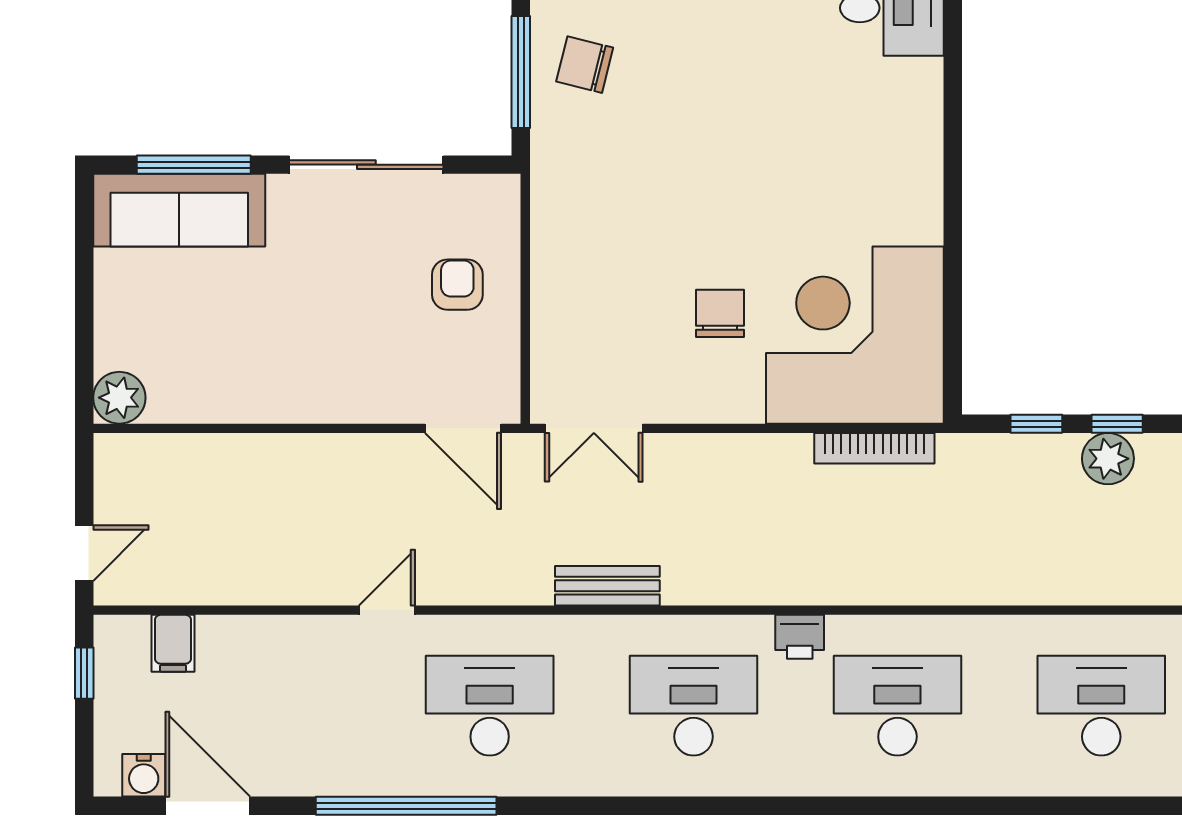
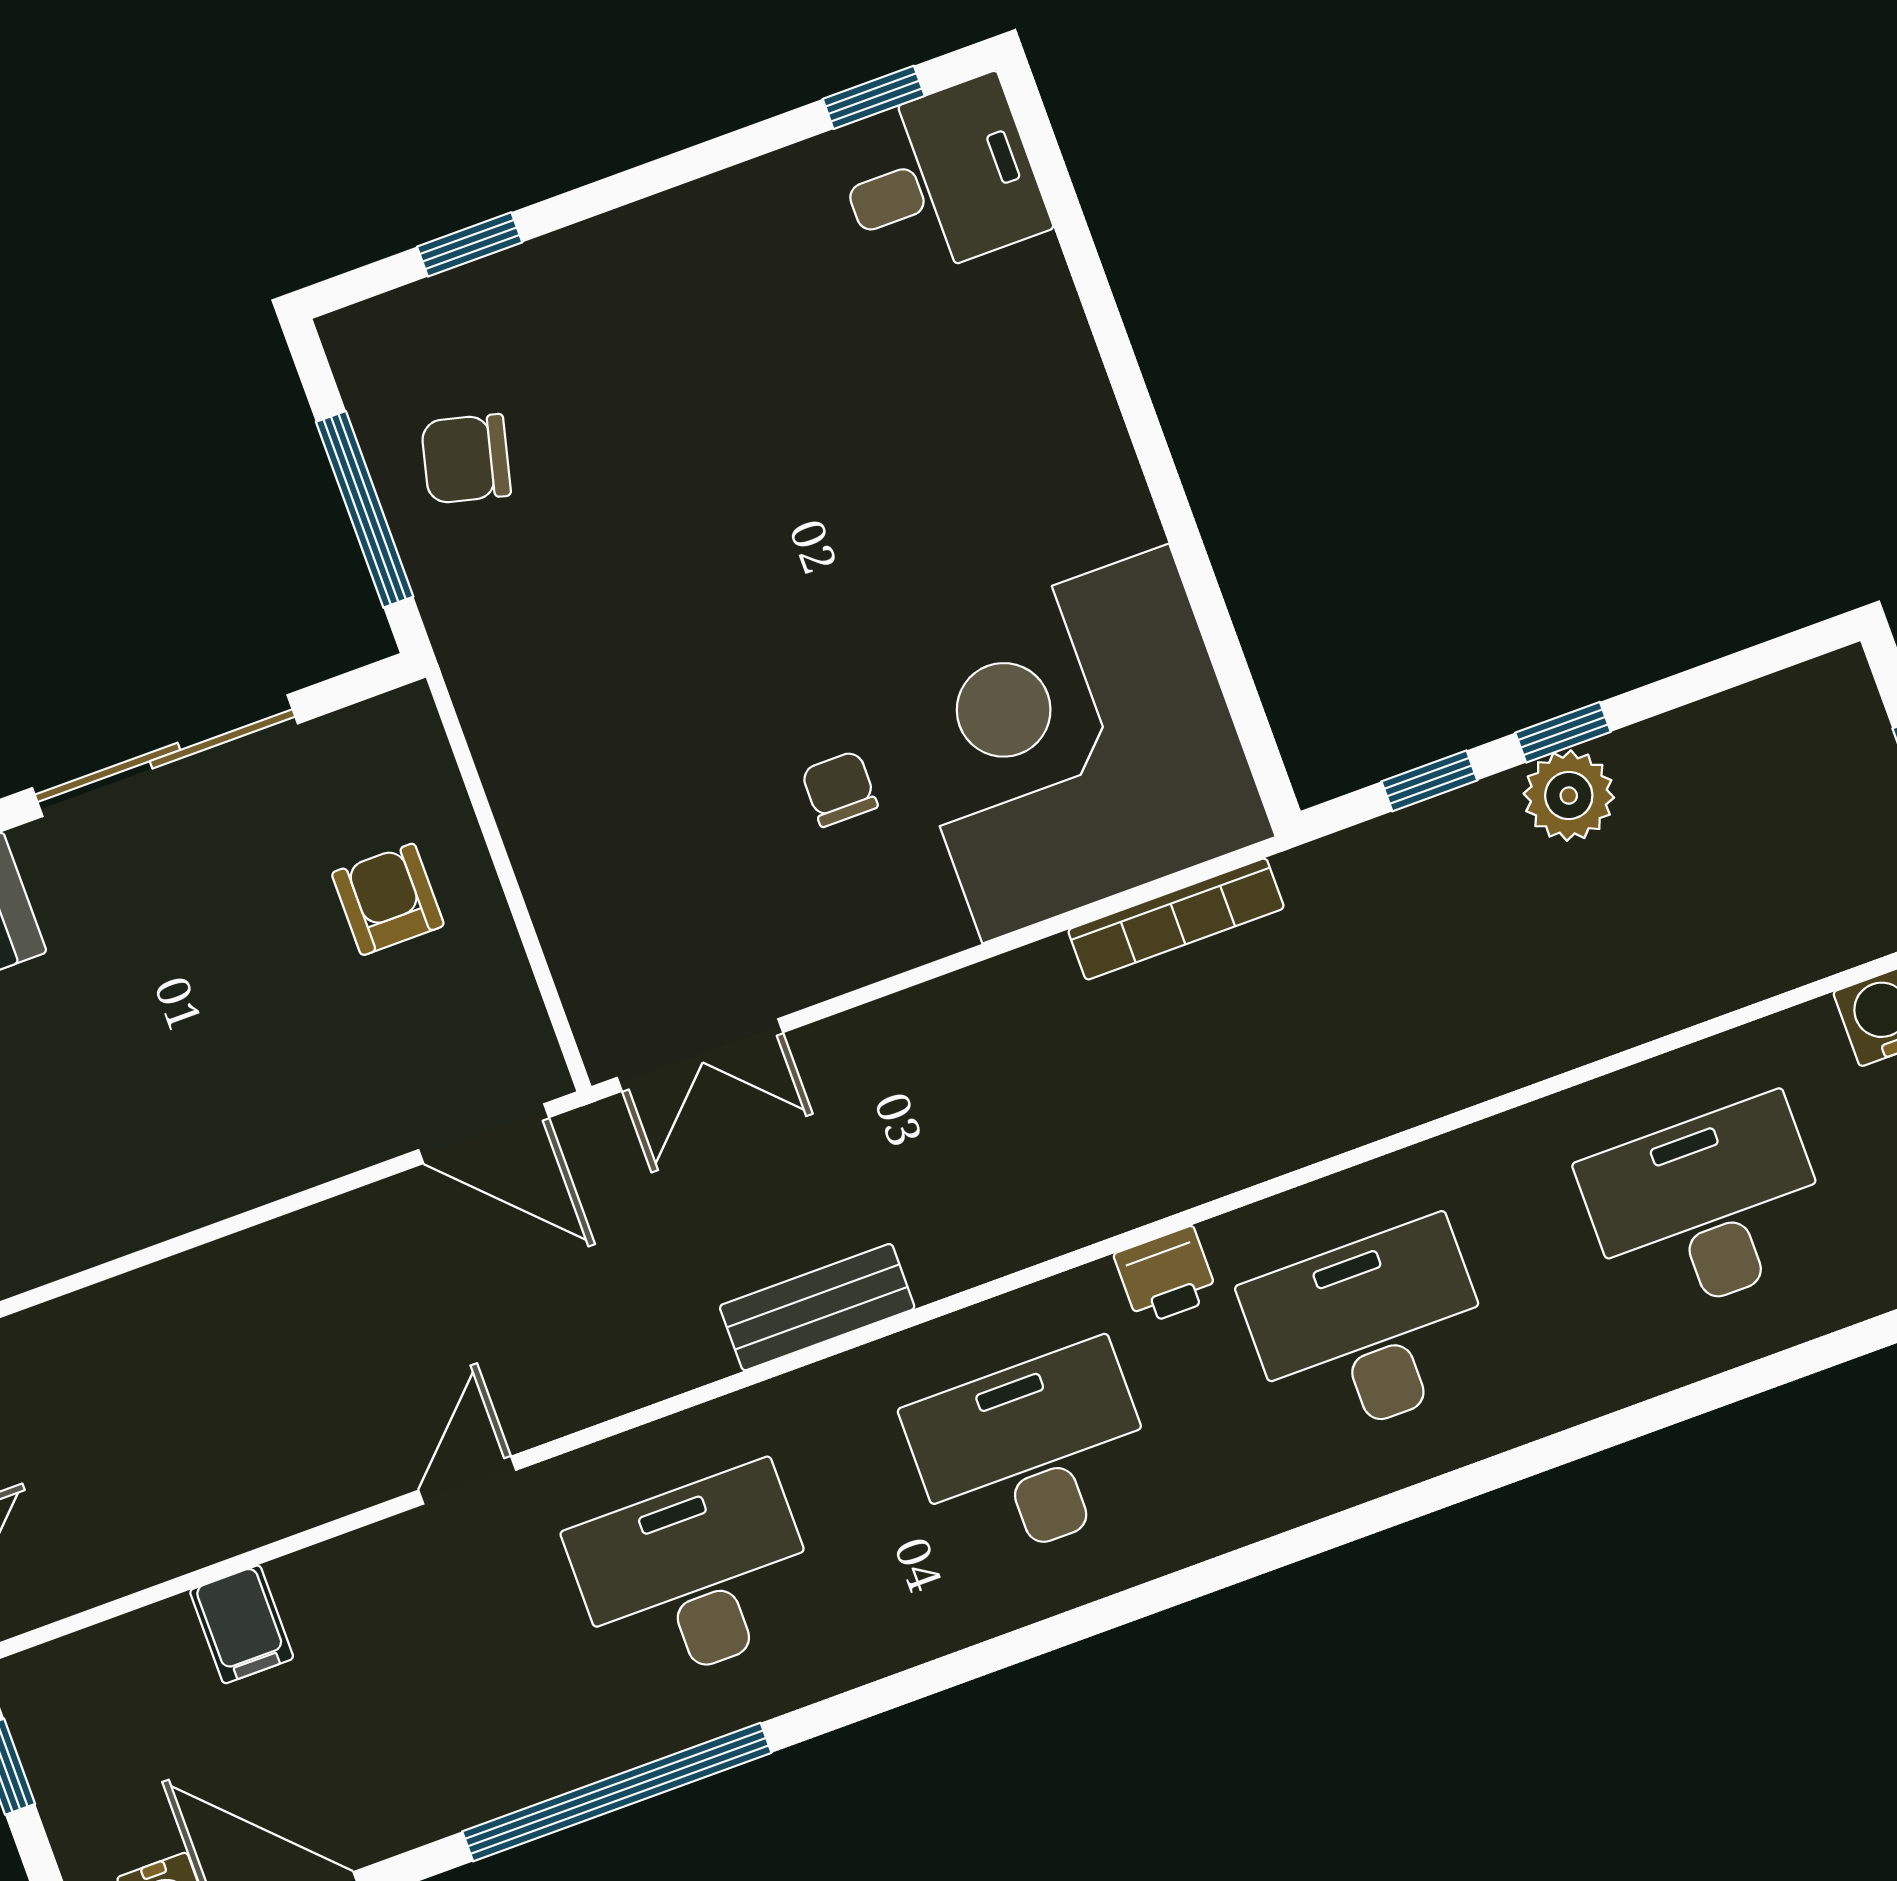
chair: (720, 313) -> (840, 789), width x0.73, depth x0.73
filing cabinet: (173, 643) -> (242, 1624), moved

